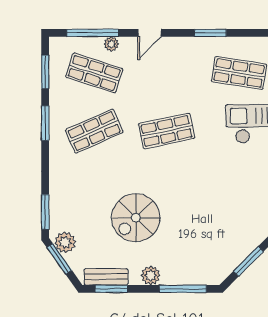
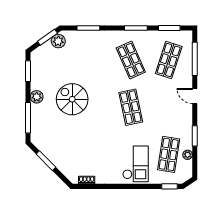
plant: (111, 44) -> (188, 155), moved
window: (45, 212) -> (88, 28), moved
spiral stairs: (136, 218) -> (72, 99), moved
bench: (106, 277) -> (36, 68), removed

